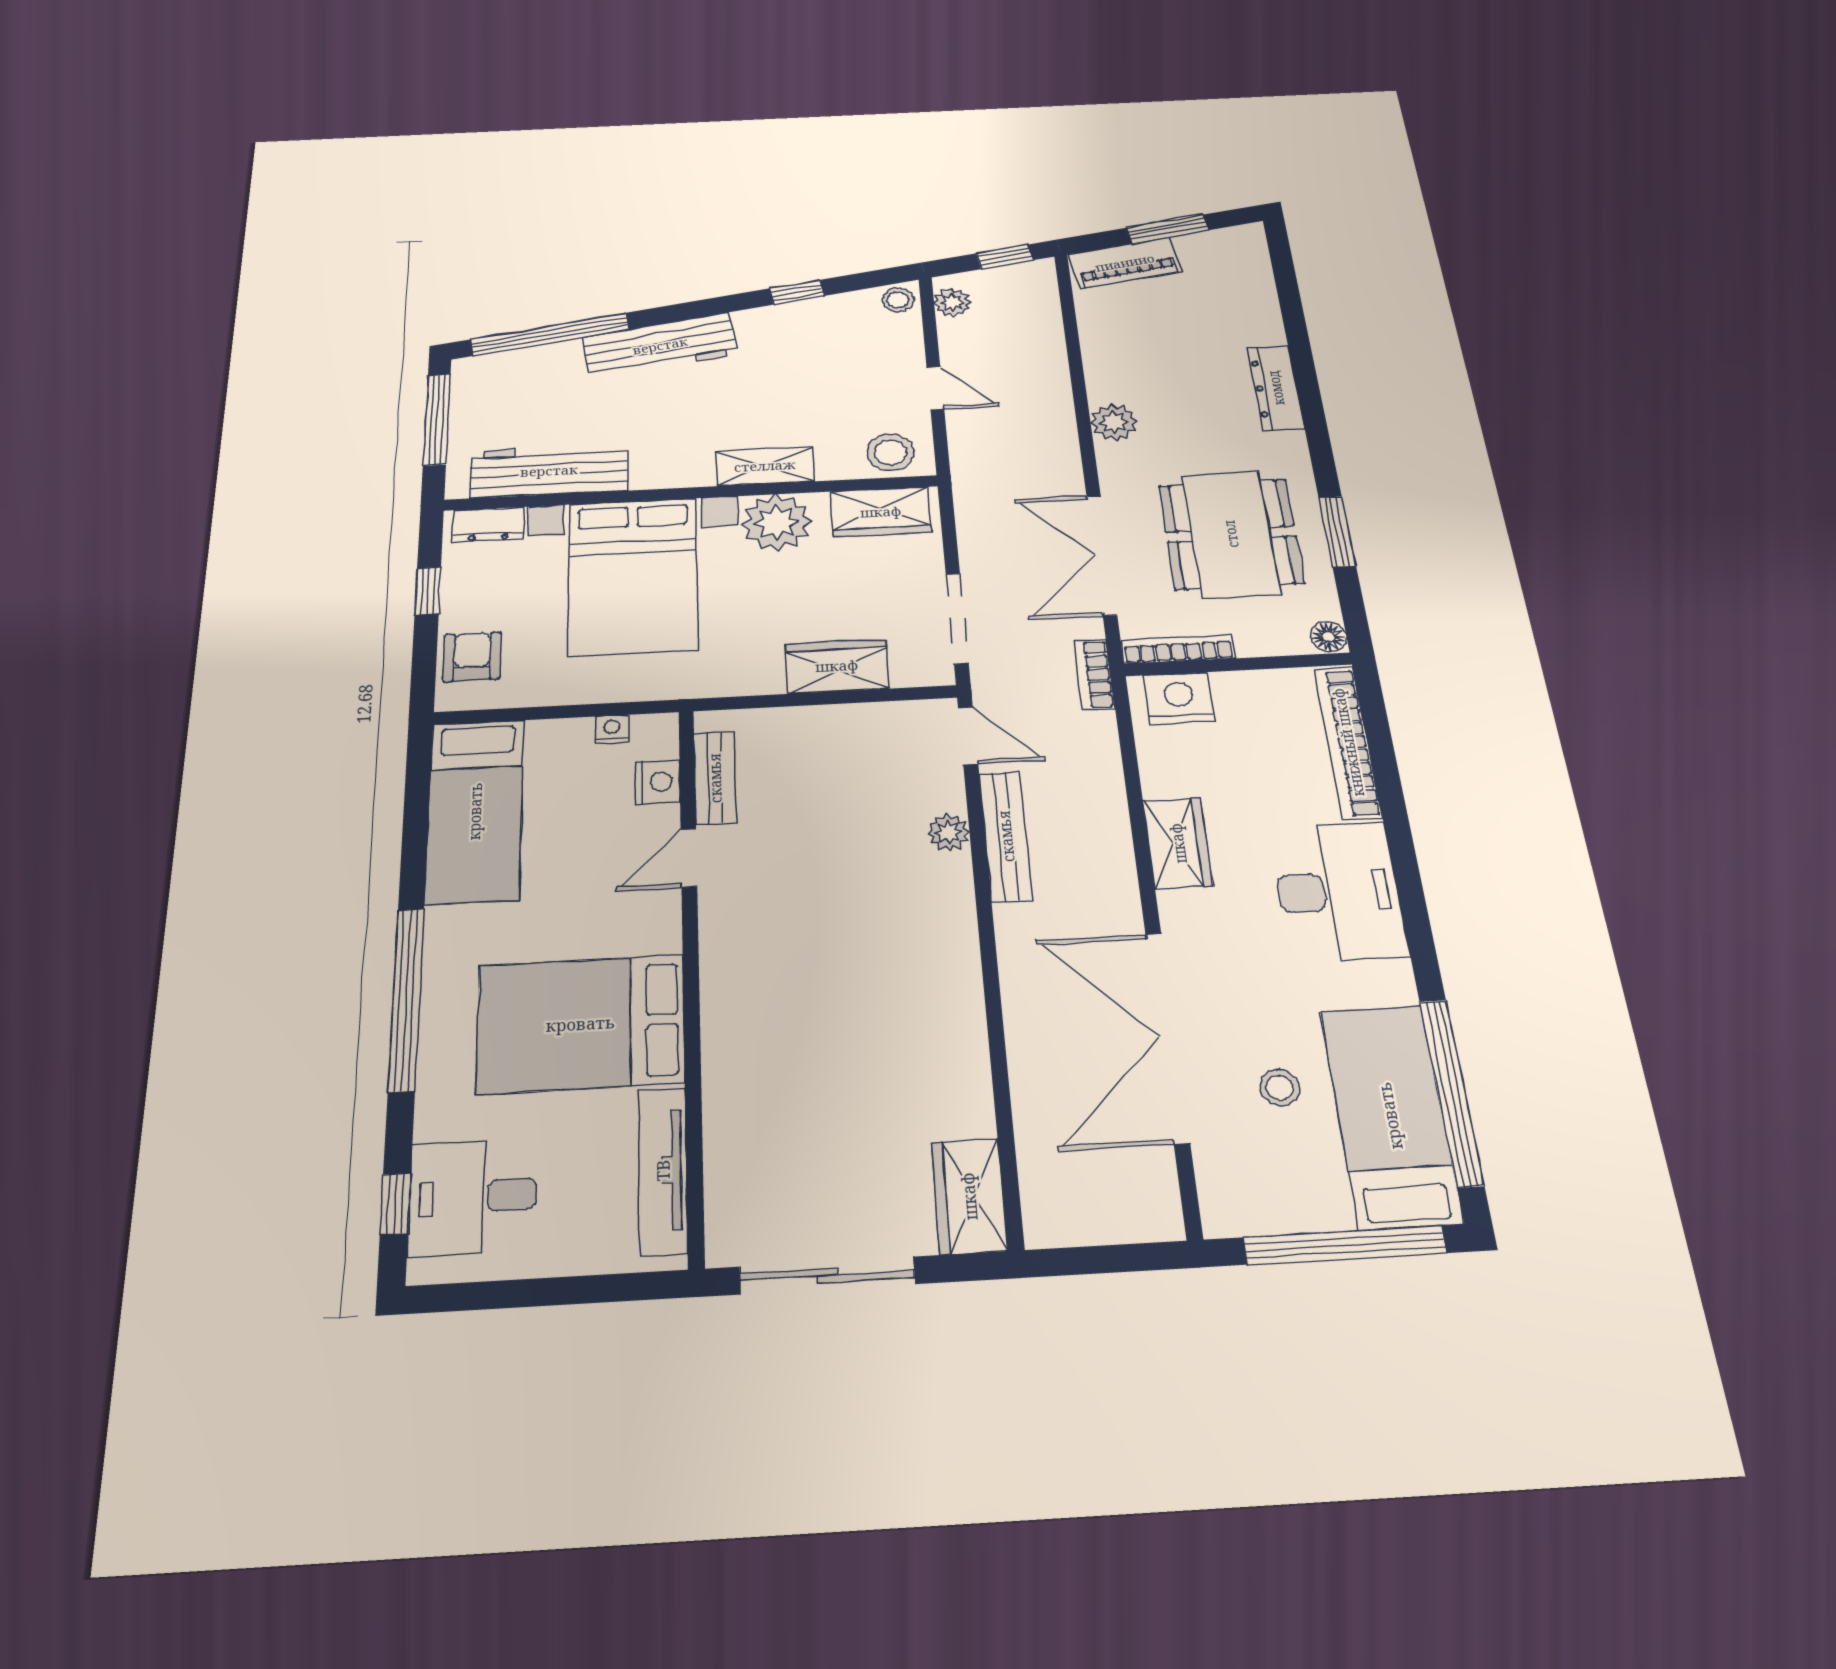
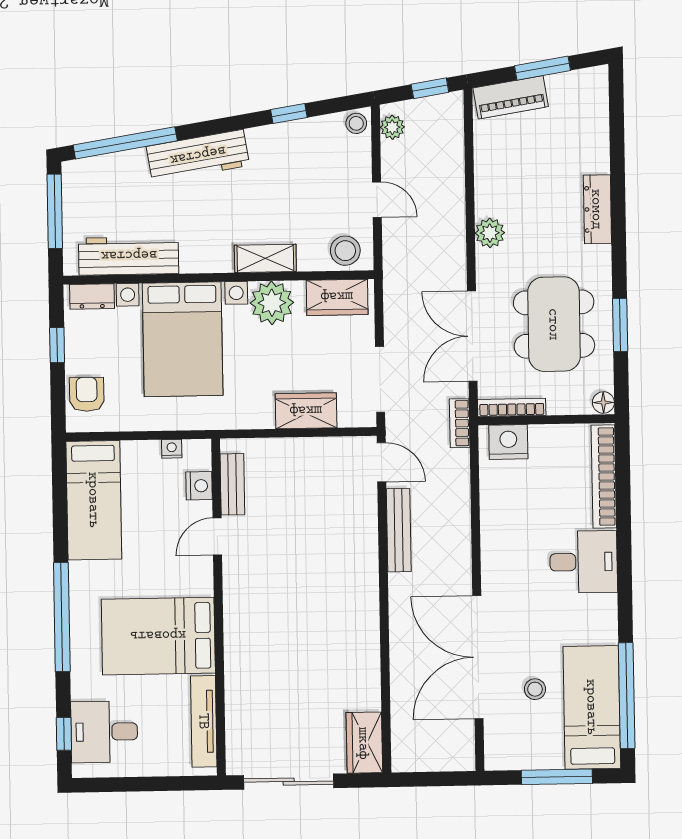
plant: (948, 833) -> (366, 526), removed
wardrobe: (1178, 843) -> (497, 539), removed
desk: (1338, 891) -> (584, 562), width x0.73
window: (1345, 1245) -> (557, 777), width x0.68

